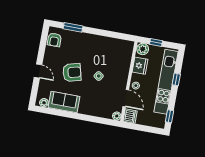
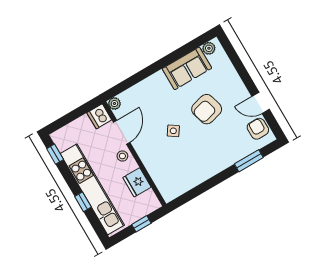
plant: (143, 49) -> (150, 204), removed
door: (38, 71) -> (261, 103), moved
door: (126, 98) -> (122, 132), swing flipped

